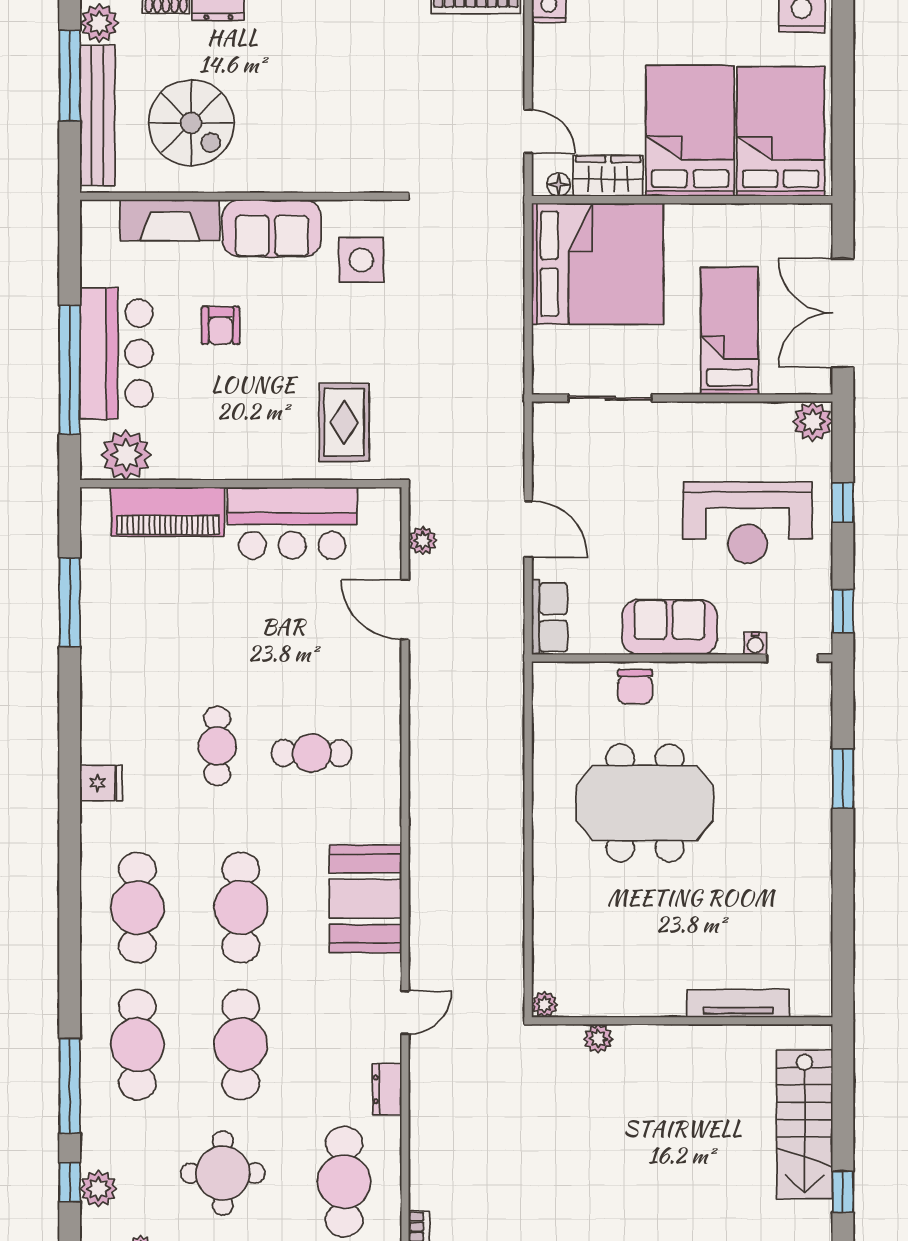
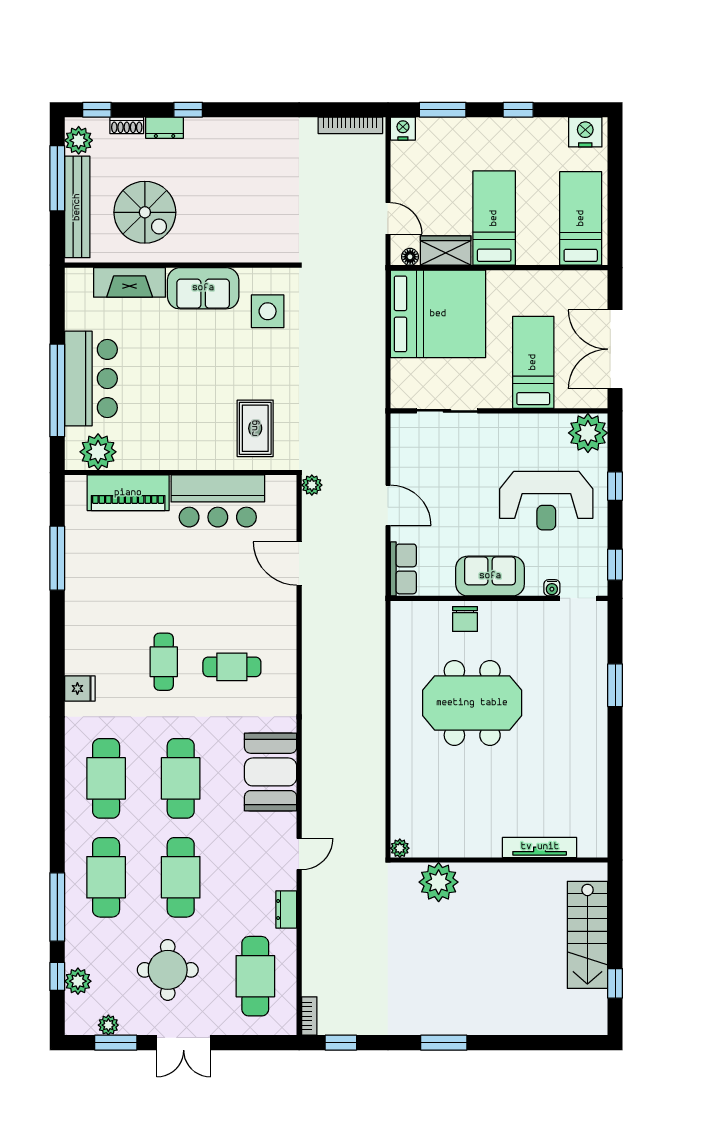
bed: (690, 131) -> (494, 218), width x0.67
bed: (781, 131) -> (581, 218), width x0.67
armchair: (221, 325) -> (166, 358), removed
plant: (813, 422) -> (588, 433), width x1.36, depth x1.36
plant: (423, 541) -> (312, 485), moved
plant: (598, 1039) -> (439, 882), width x1.88, depth x1.88

